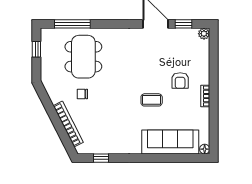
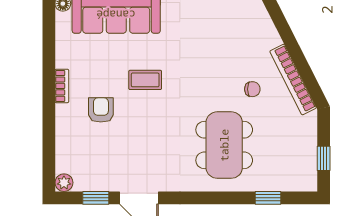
window: (72, 24) -> (268, 198), width x0.46
dining table: (83, 57) -> (224, 145), moved
bookcase: (68, 124) -> (293, 79), moved

